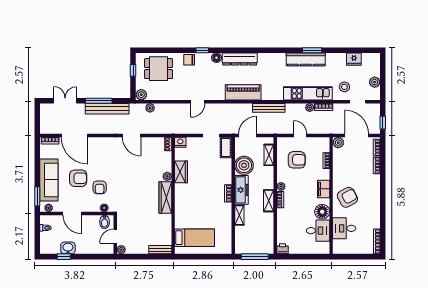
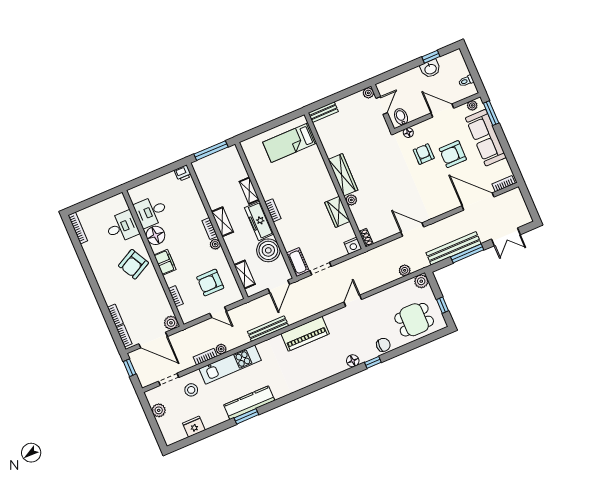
dresser: (240, 59) -> (325, 371), removed

